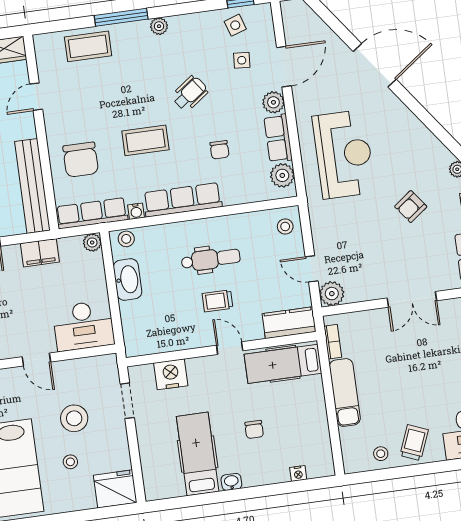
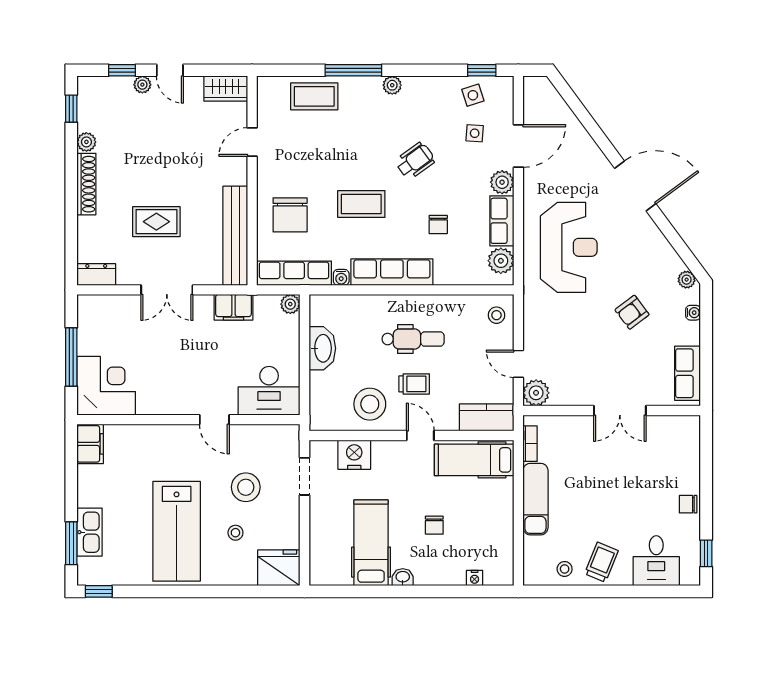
door: (375, 65) -> (635, 186), moved
stool: (126, 239) -> (370, 404), moved, width x1.89, depth x1.89
trolley: (217, 301) -> (414, 384), turned 180

